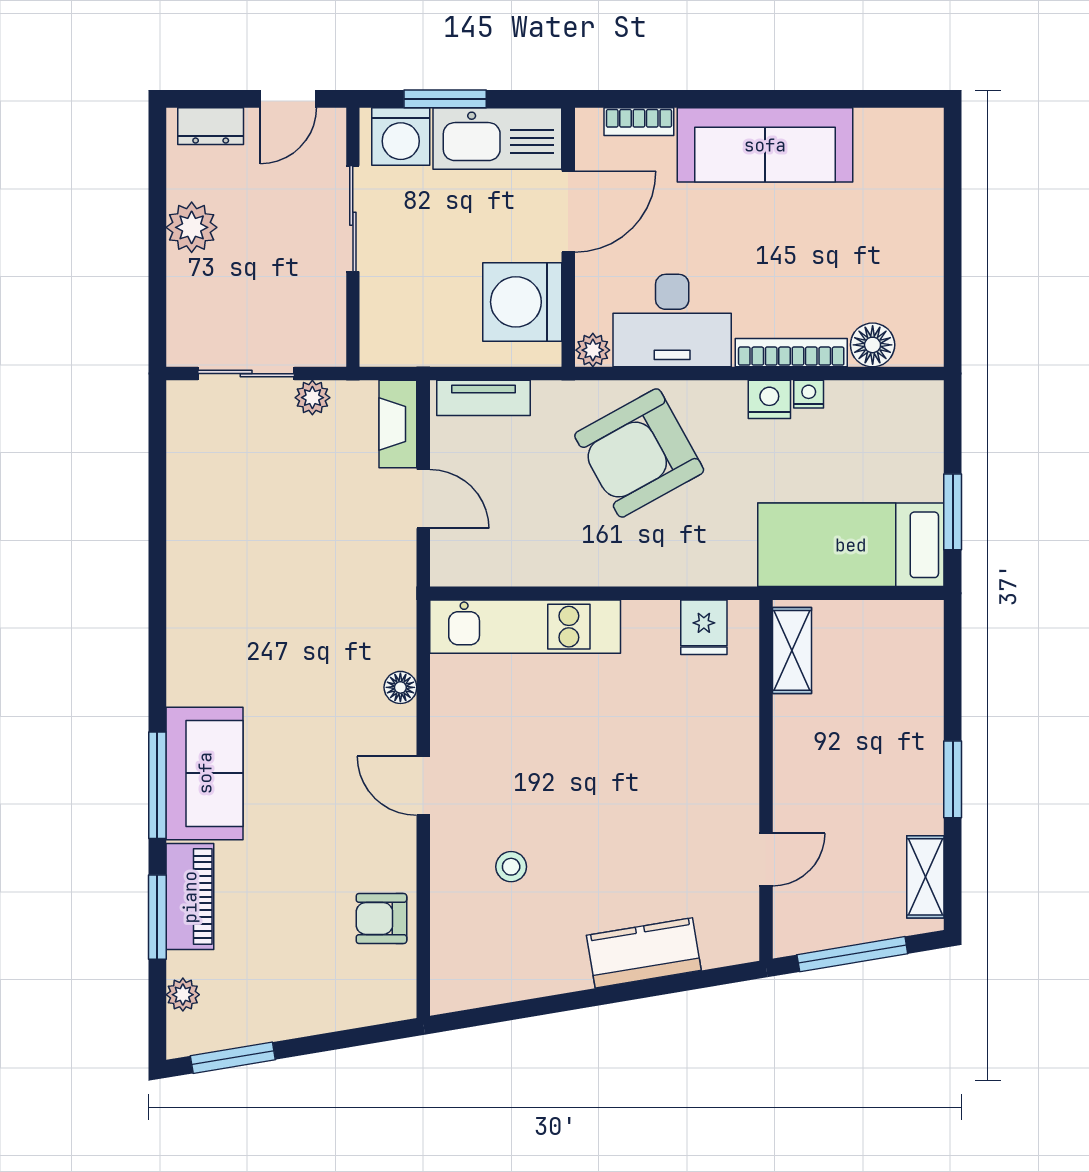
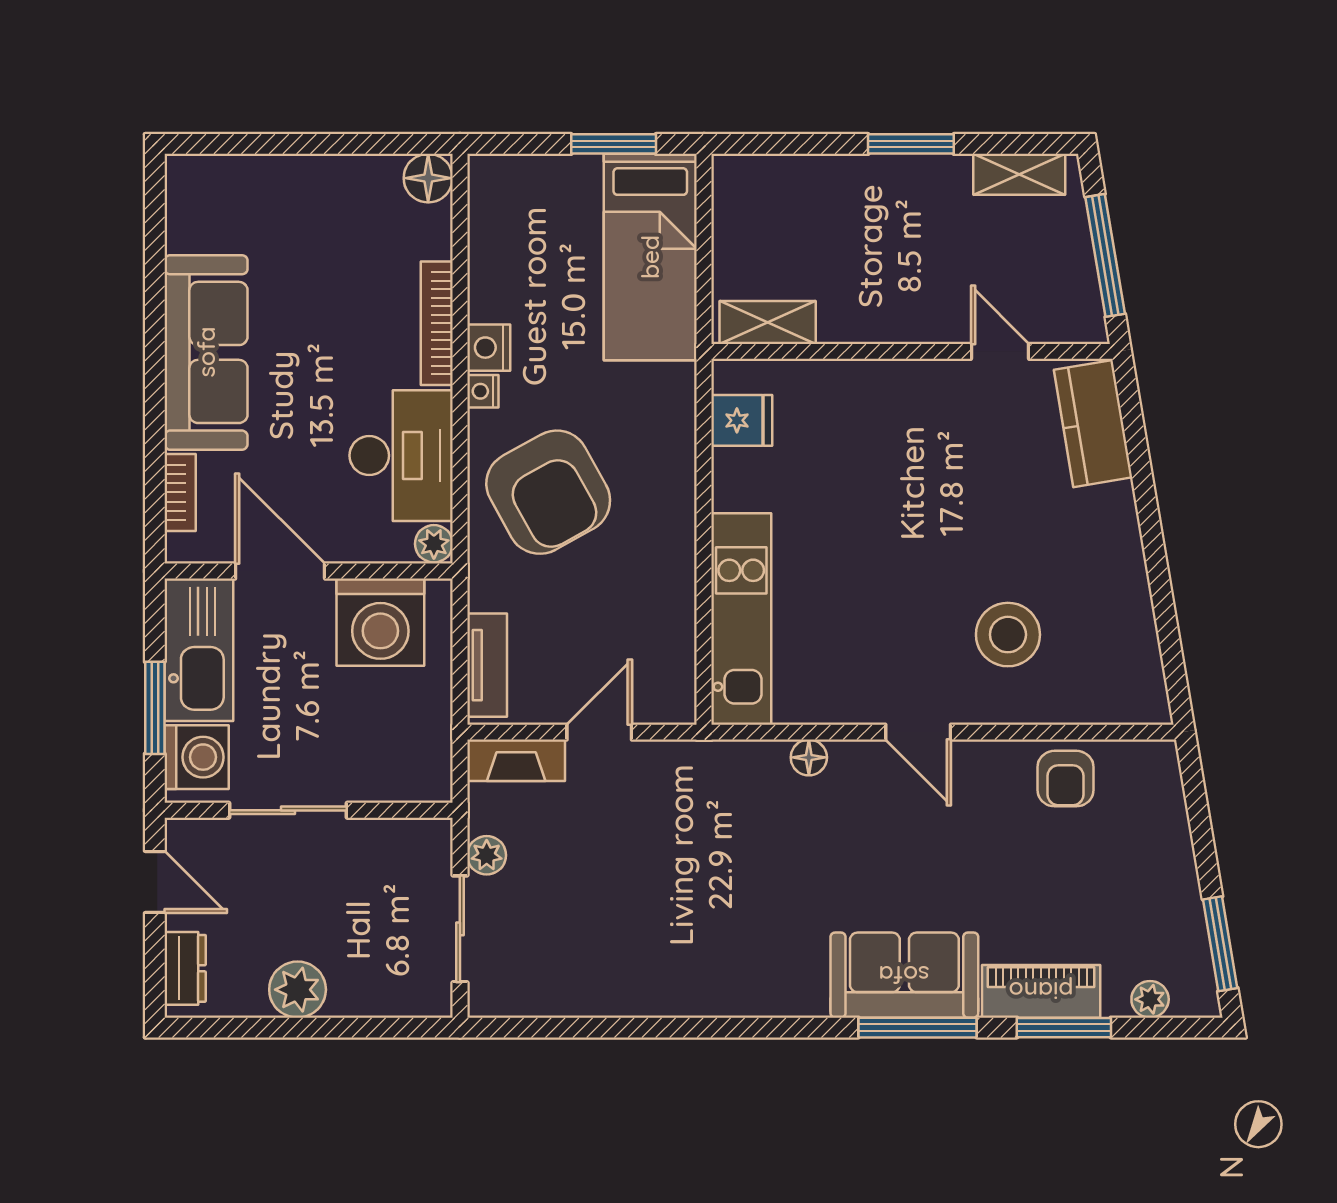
floor lamp: (873, 345) -> (428, 178), moved
nightstand: (809, 394) -> (483, 391), moved
door: (423, 786) -> (918, 732), hinge flipped
stool: (511, 867) -> (1008, 635), width x1.89, depth x1.89
kitchen counter: (644, 953) -> (1093, 424), moved

